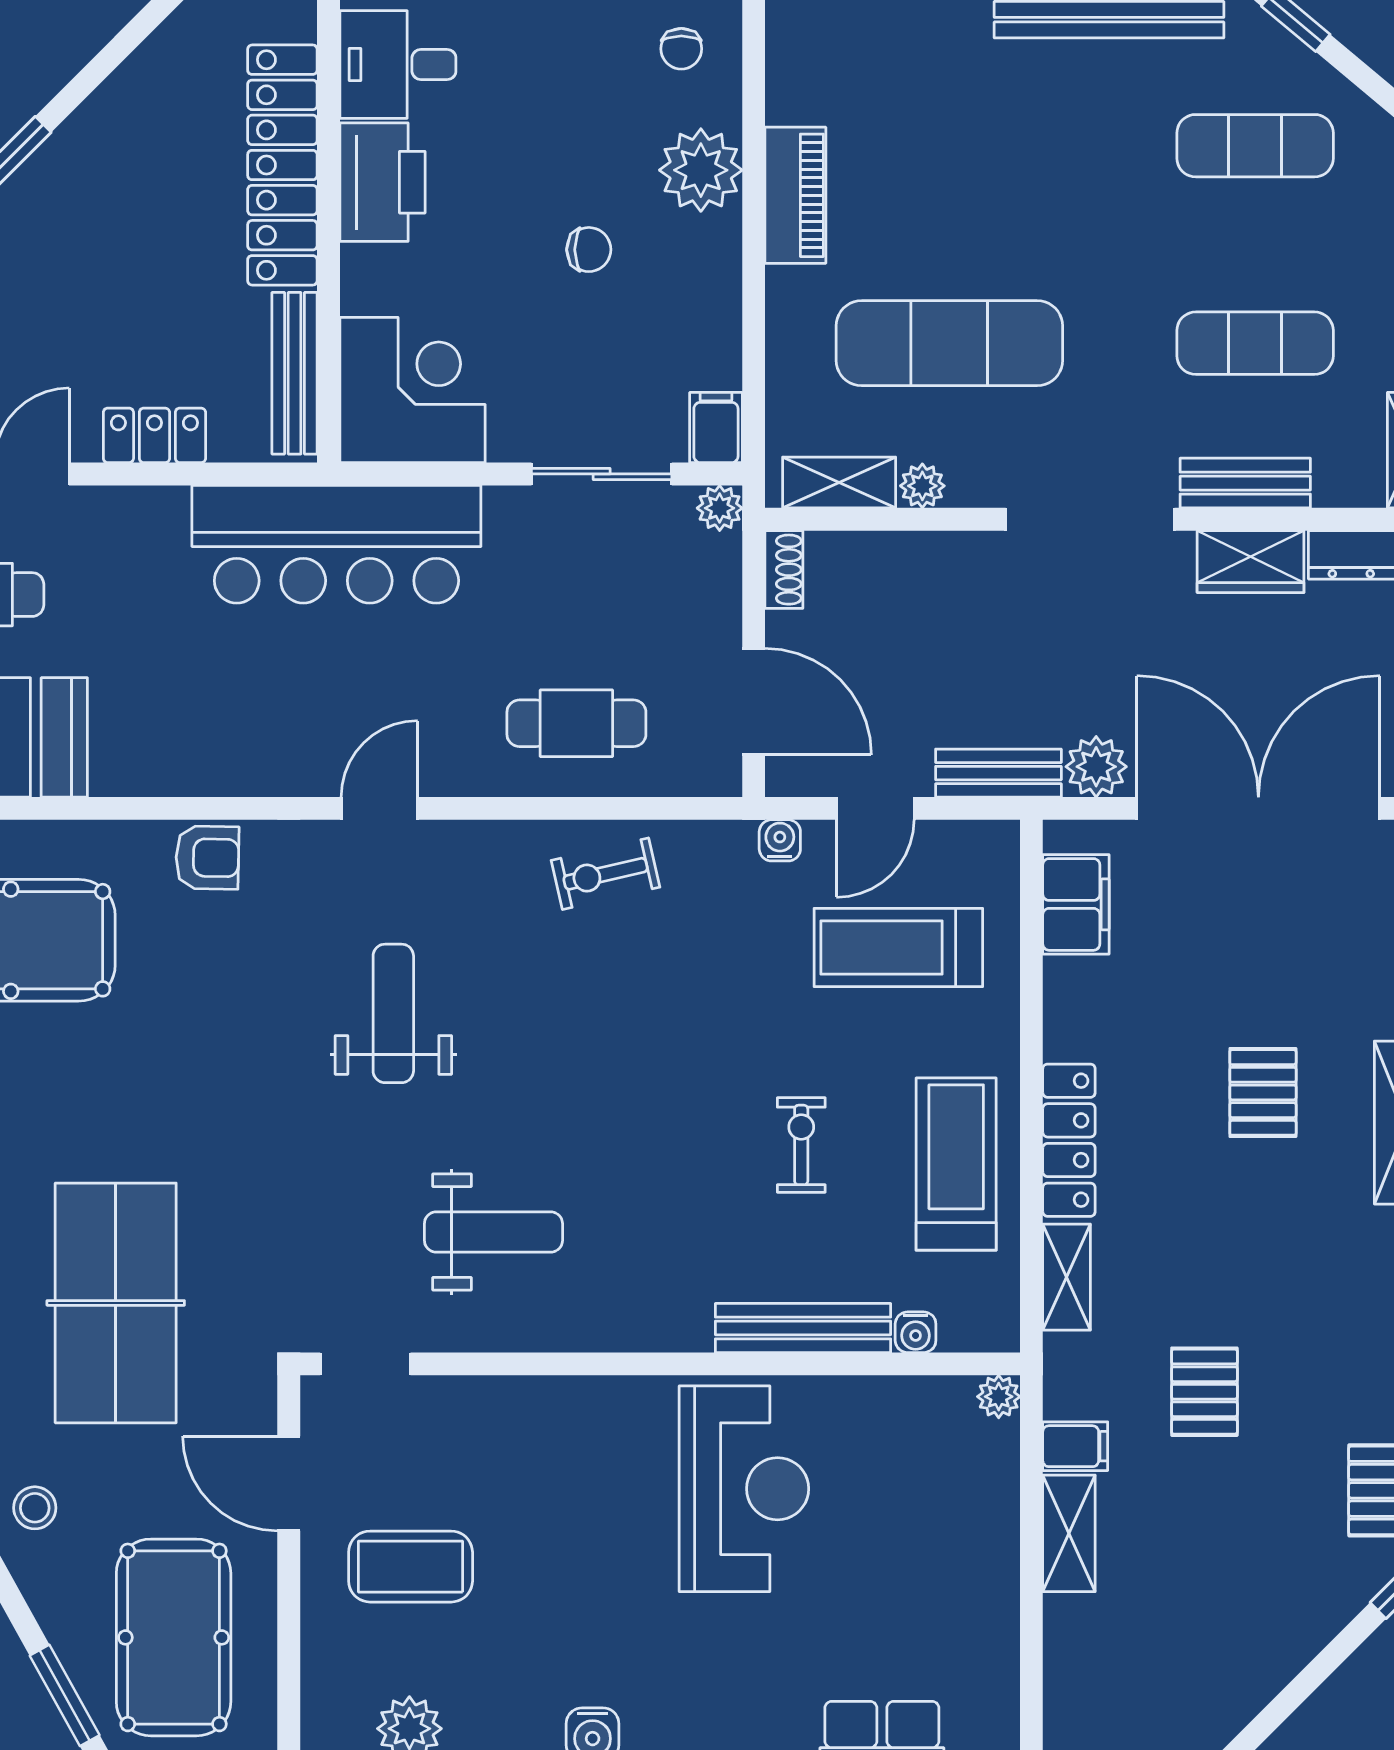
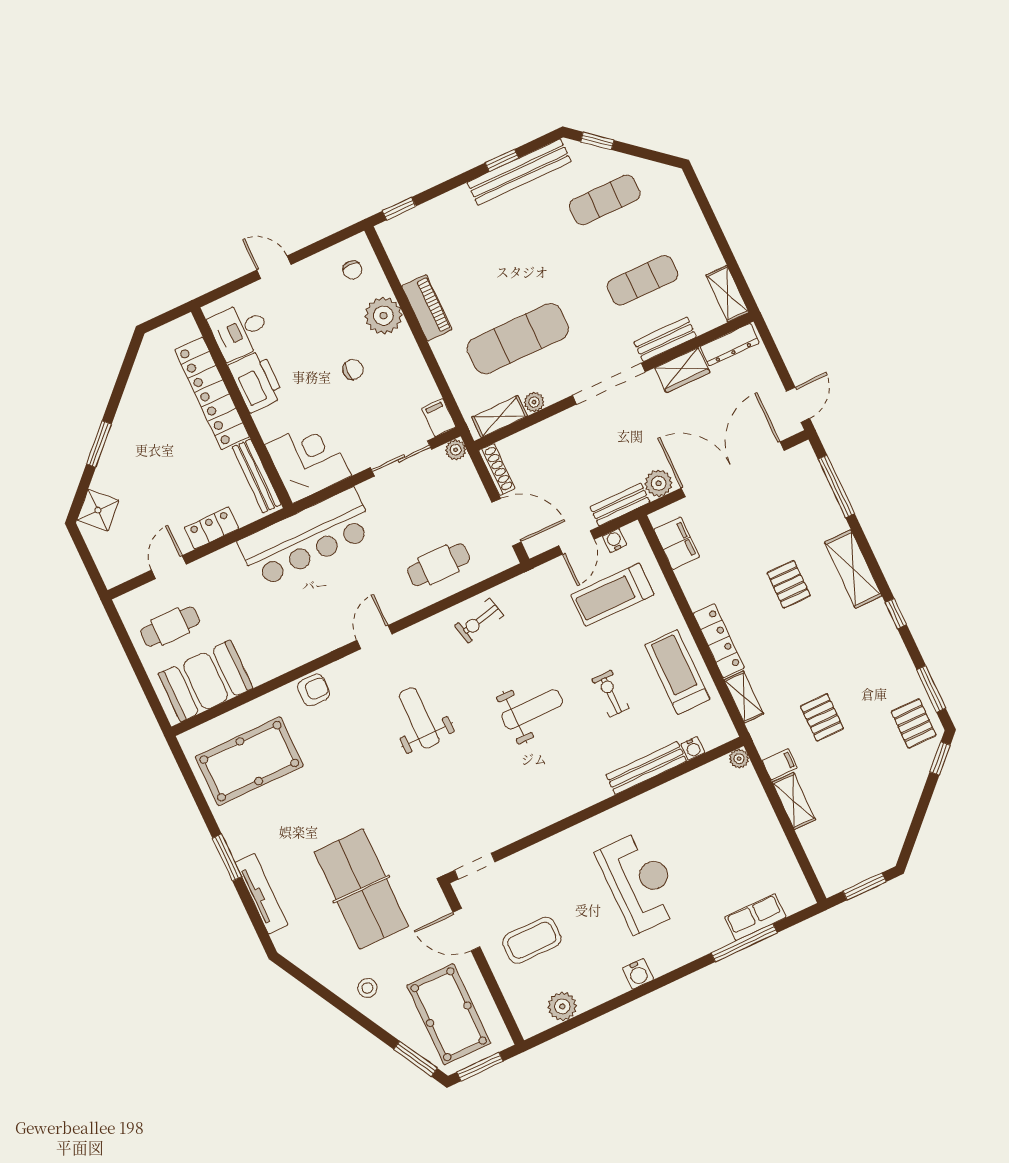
shoe rack: (784, 570) -> (497, 469), width x1.43
water cooler: (780, 840) -> (615, 541), moved
weight bench: (493, 1232) -> (532, 709), moved
reception desk: (744, 1489) -> (640, 882), moved

